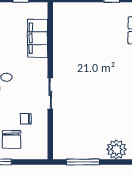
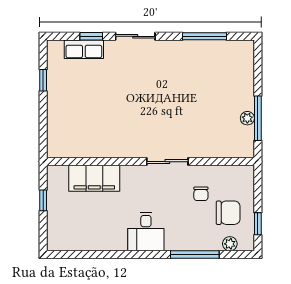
plant: (116, 149) -> (247, 118), moved, width x0.53, depth x0.53

